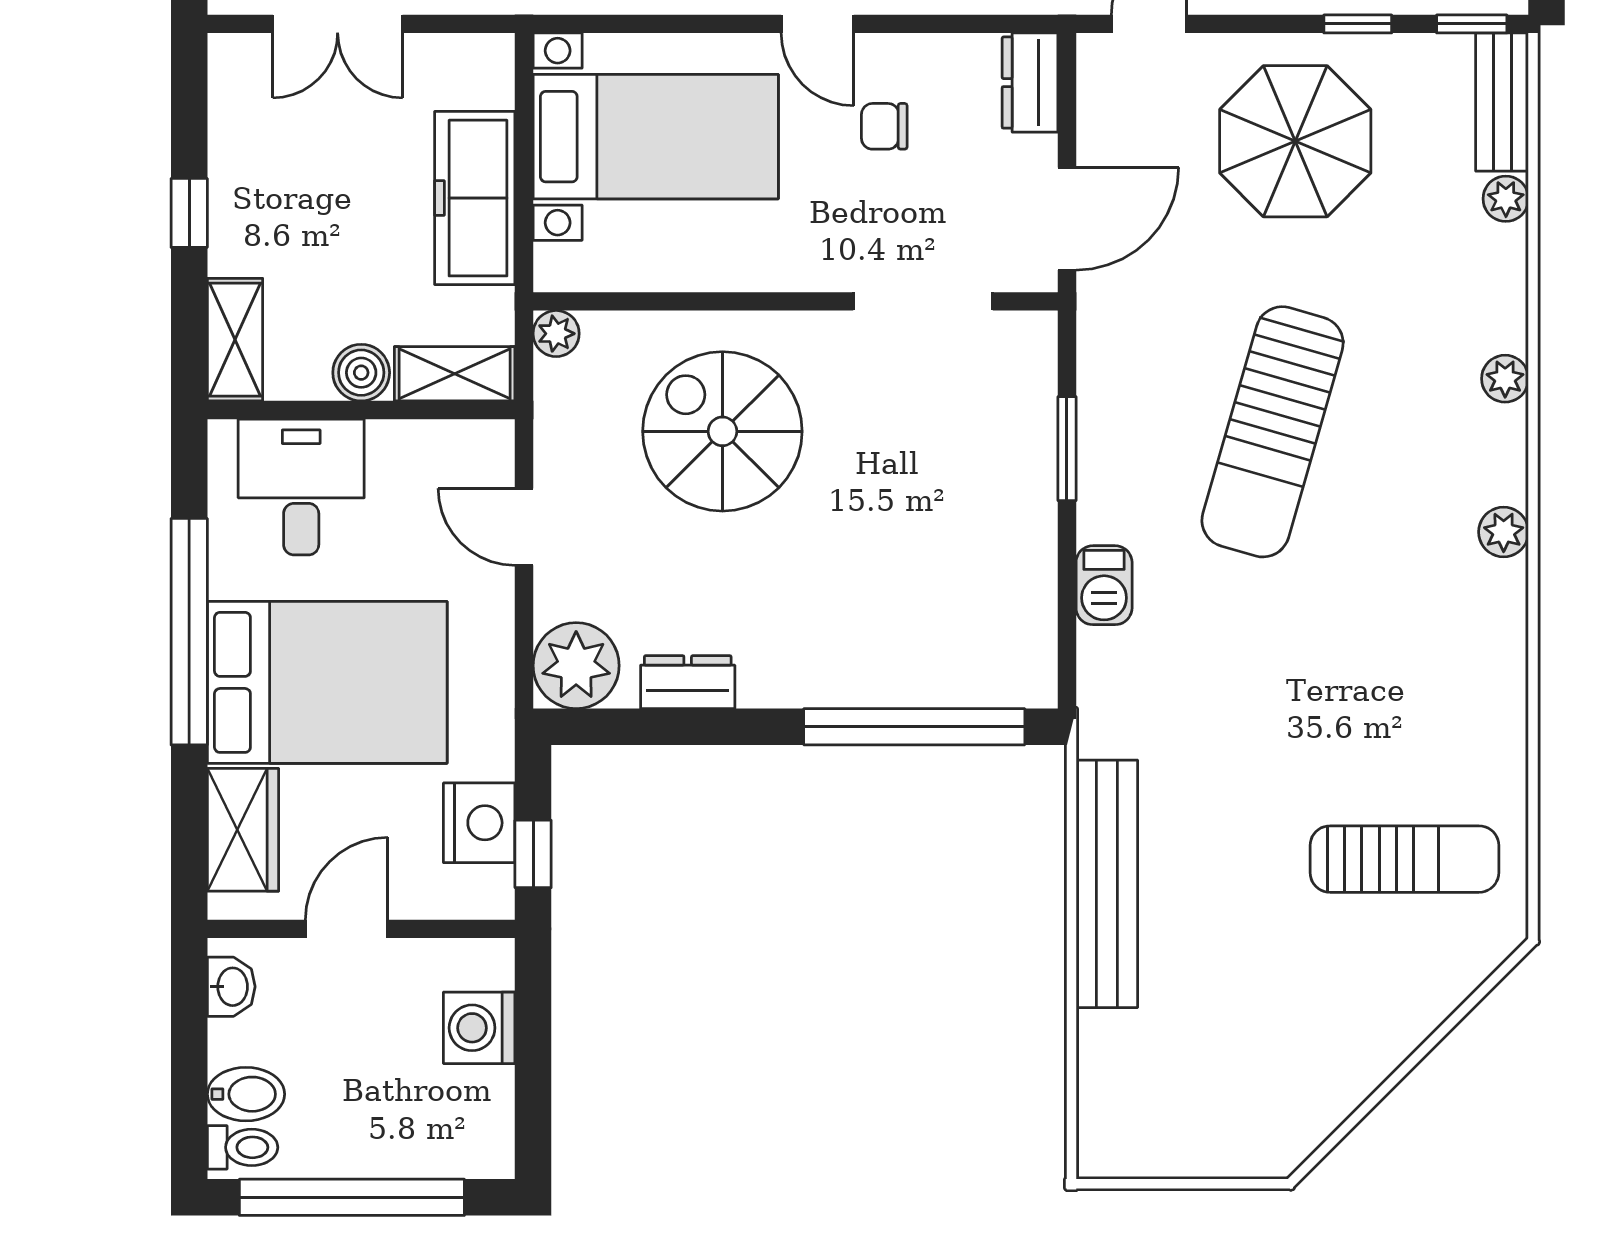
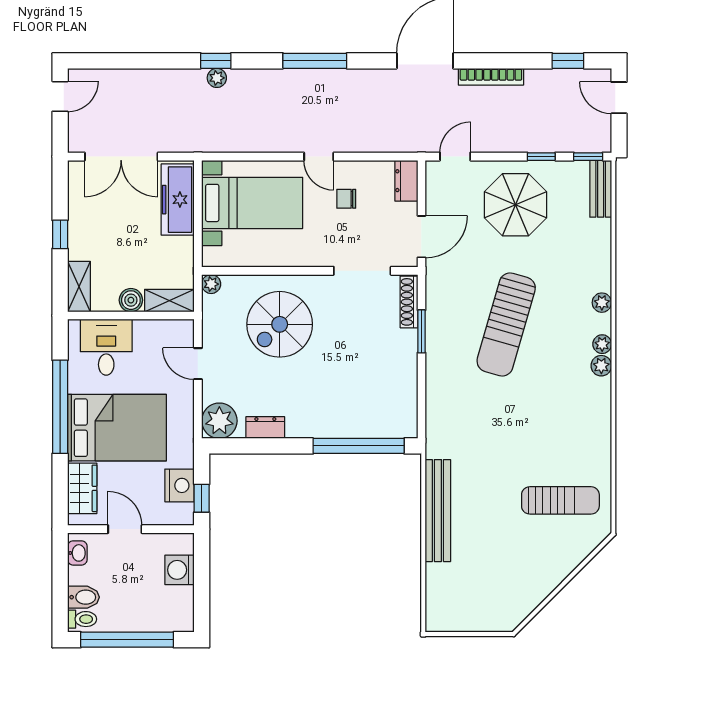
double door: (338, 24) -> (121, 157), width x1.37
freezer: (475, 198) -> (178, 200), moved
plant: (1506, 199) -> (602, 344), moved
shoe rack: (1037, 377) -> (409, 302), added
spiral stairs: (722, 431) -> (280, 324), turned -90
barbecue: (1104, 585) -> (437, 388), removed
door: (347, 929) -> (125, 529), hinge flipped

